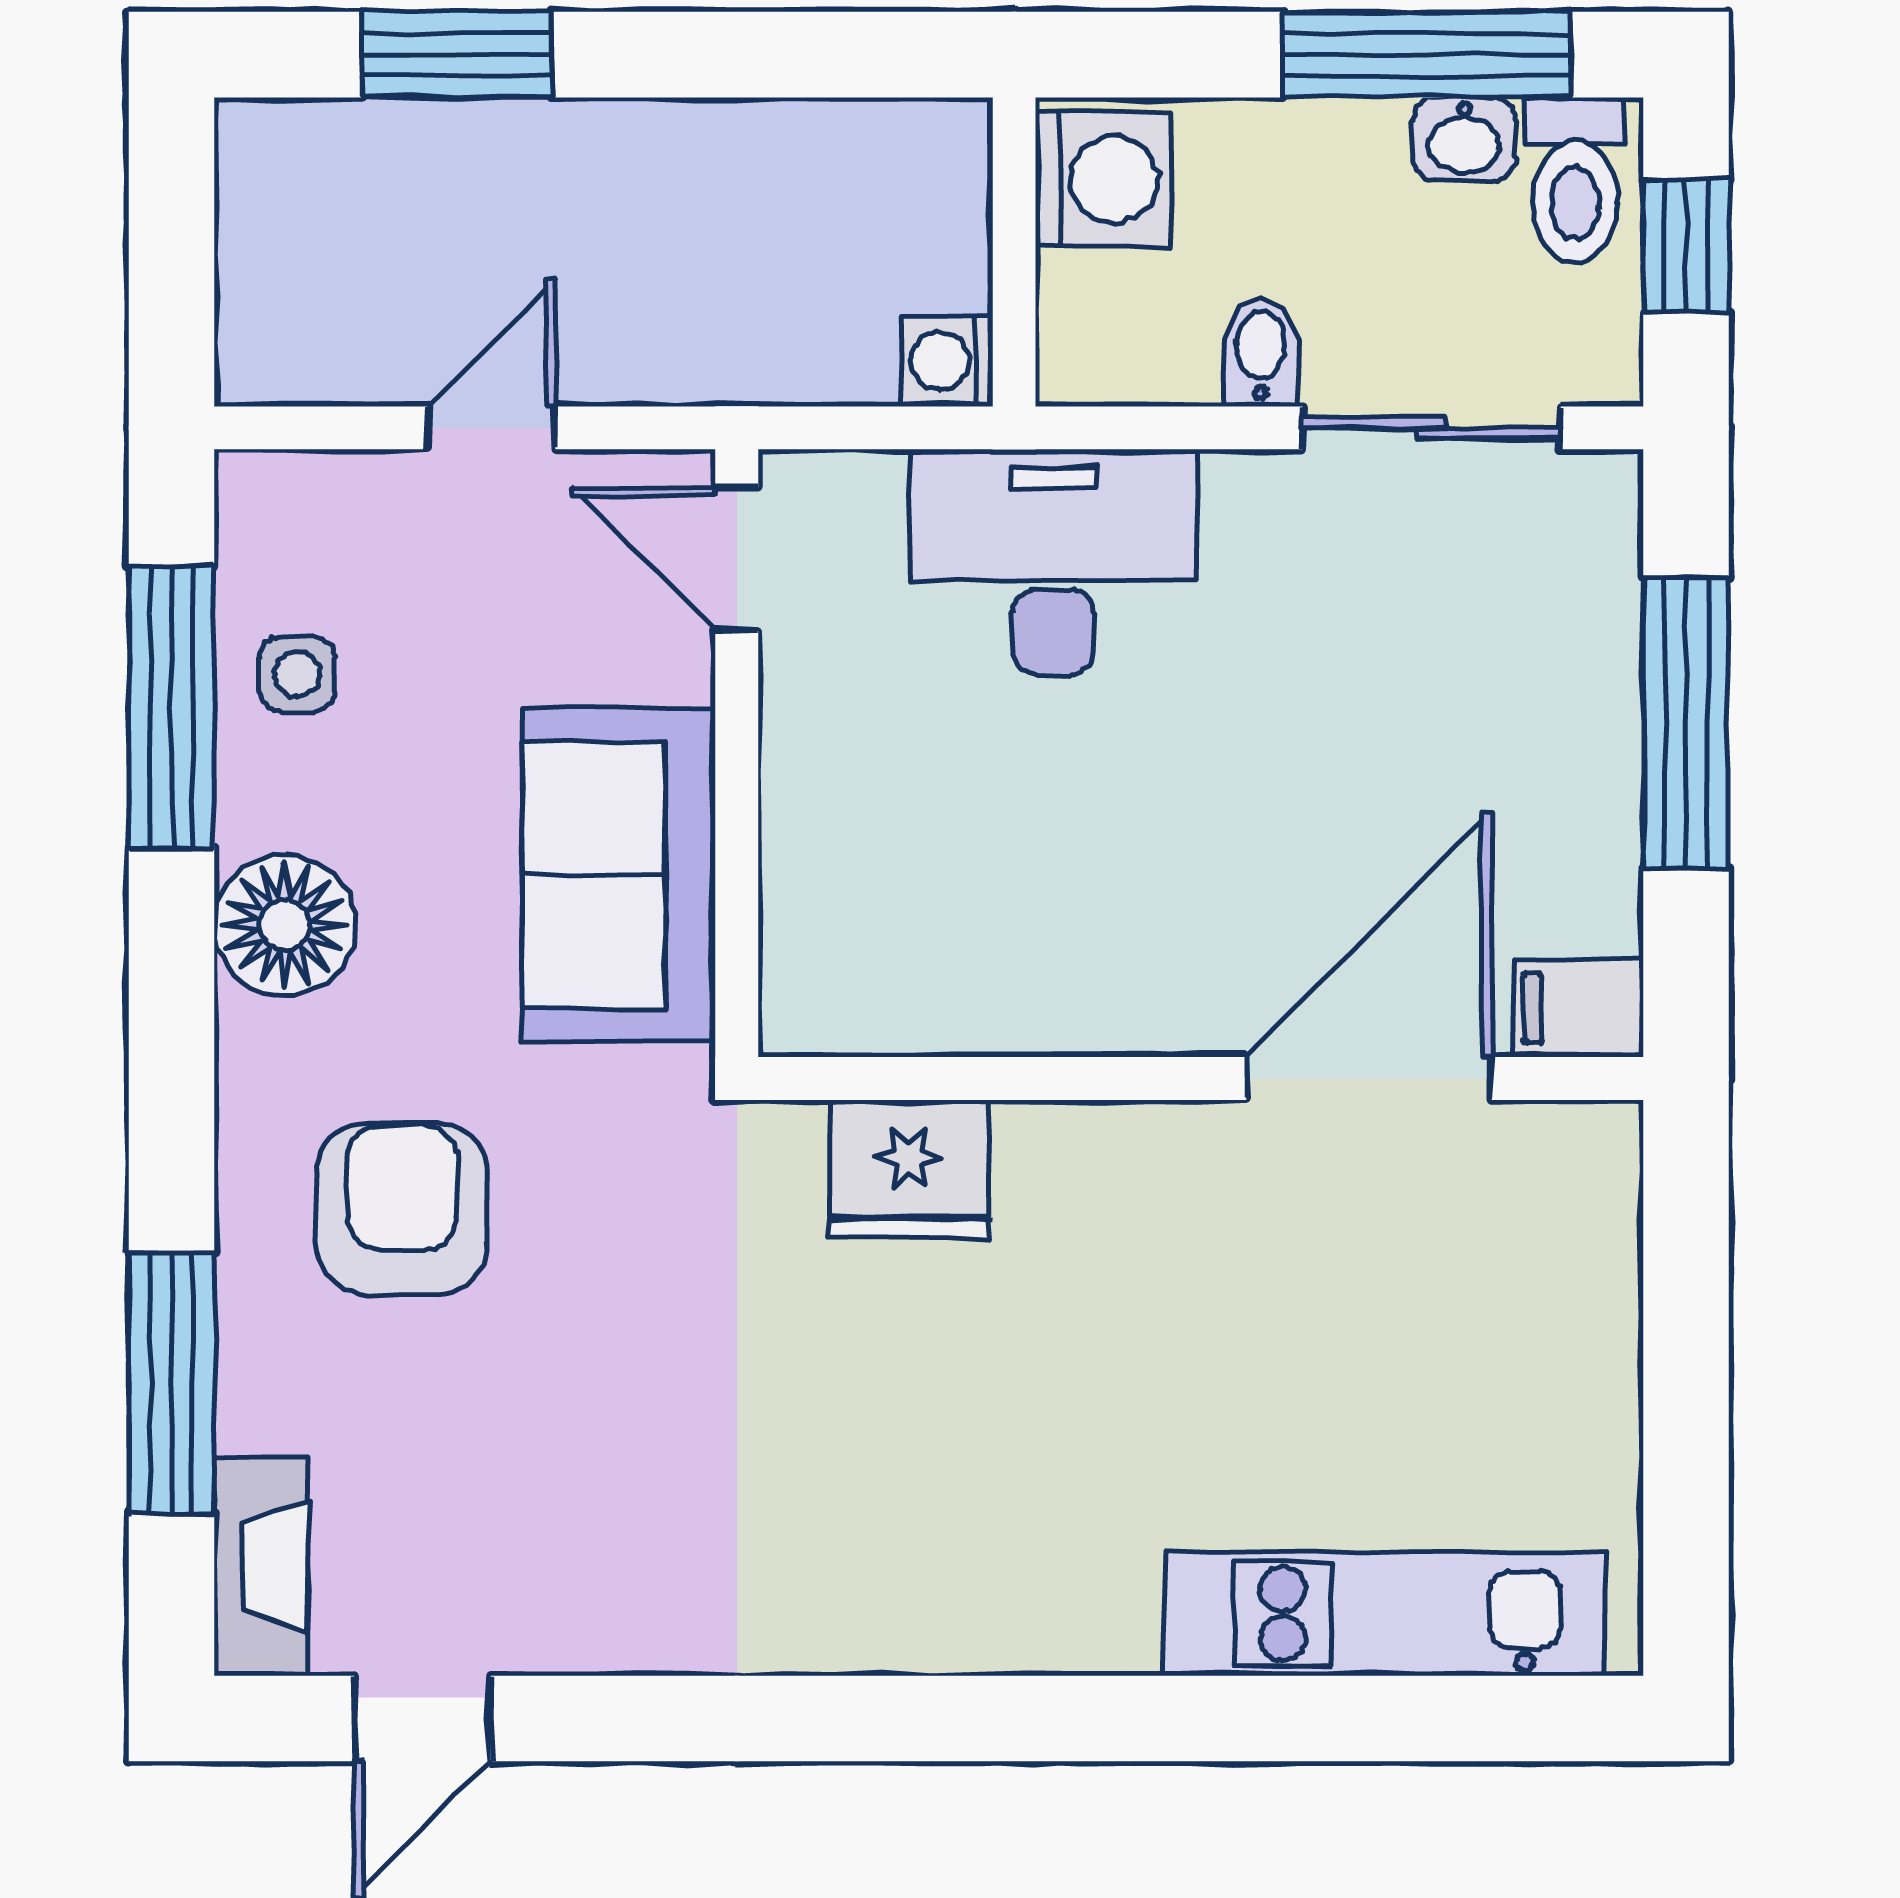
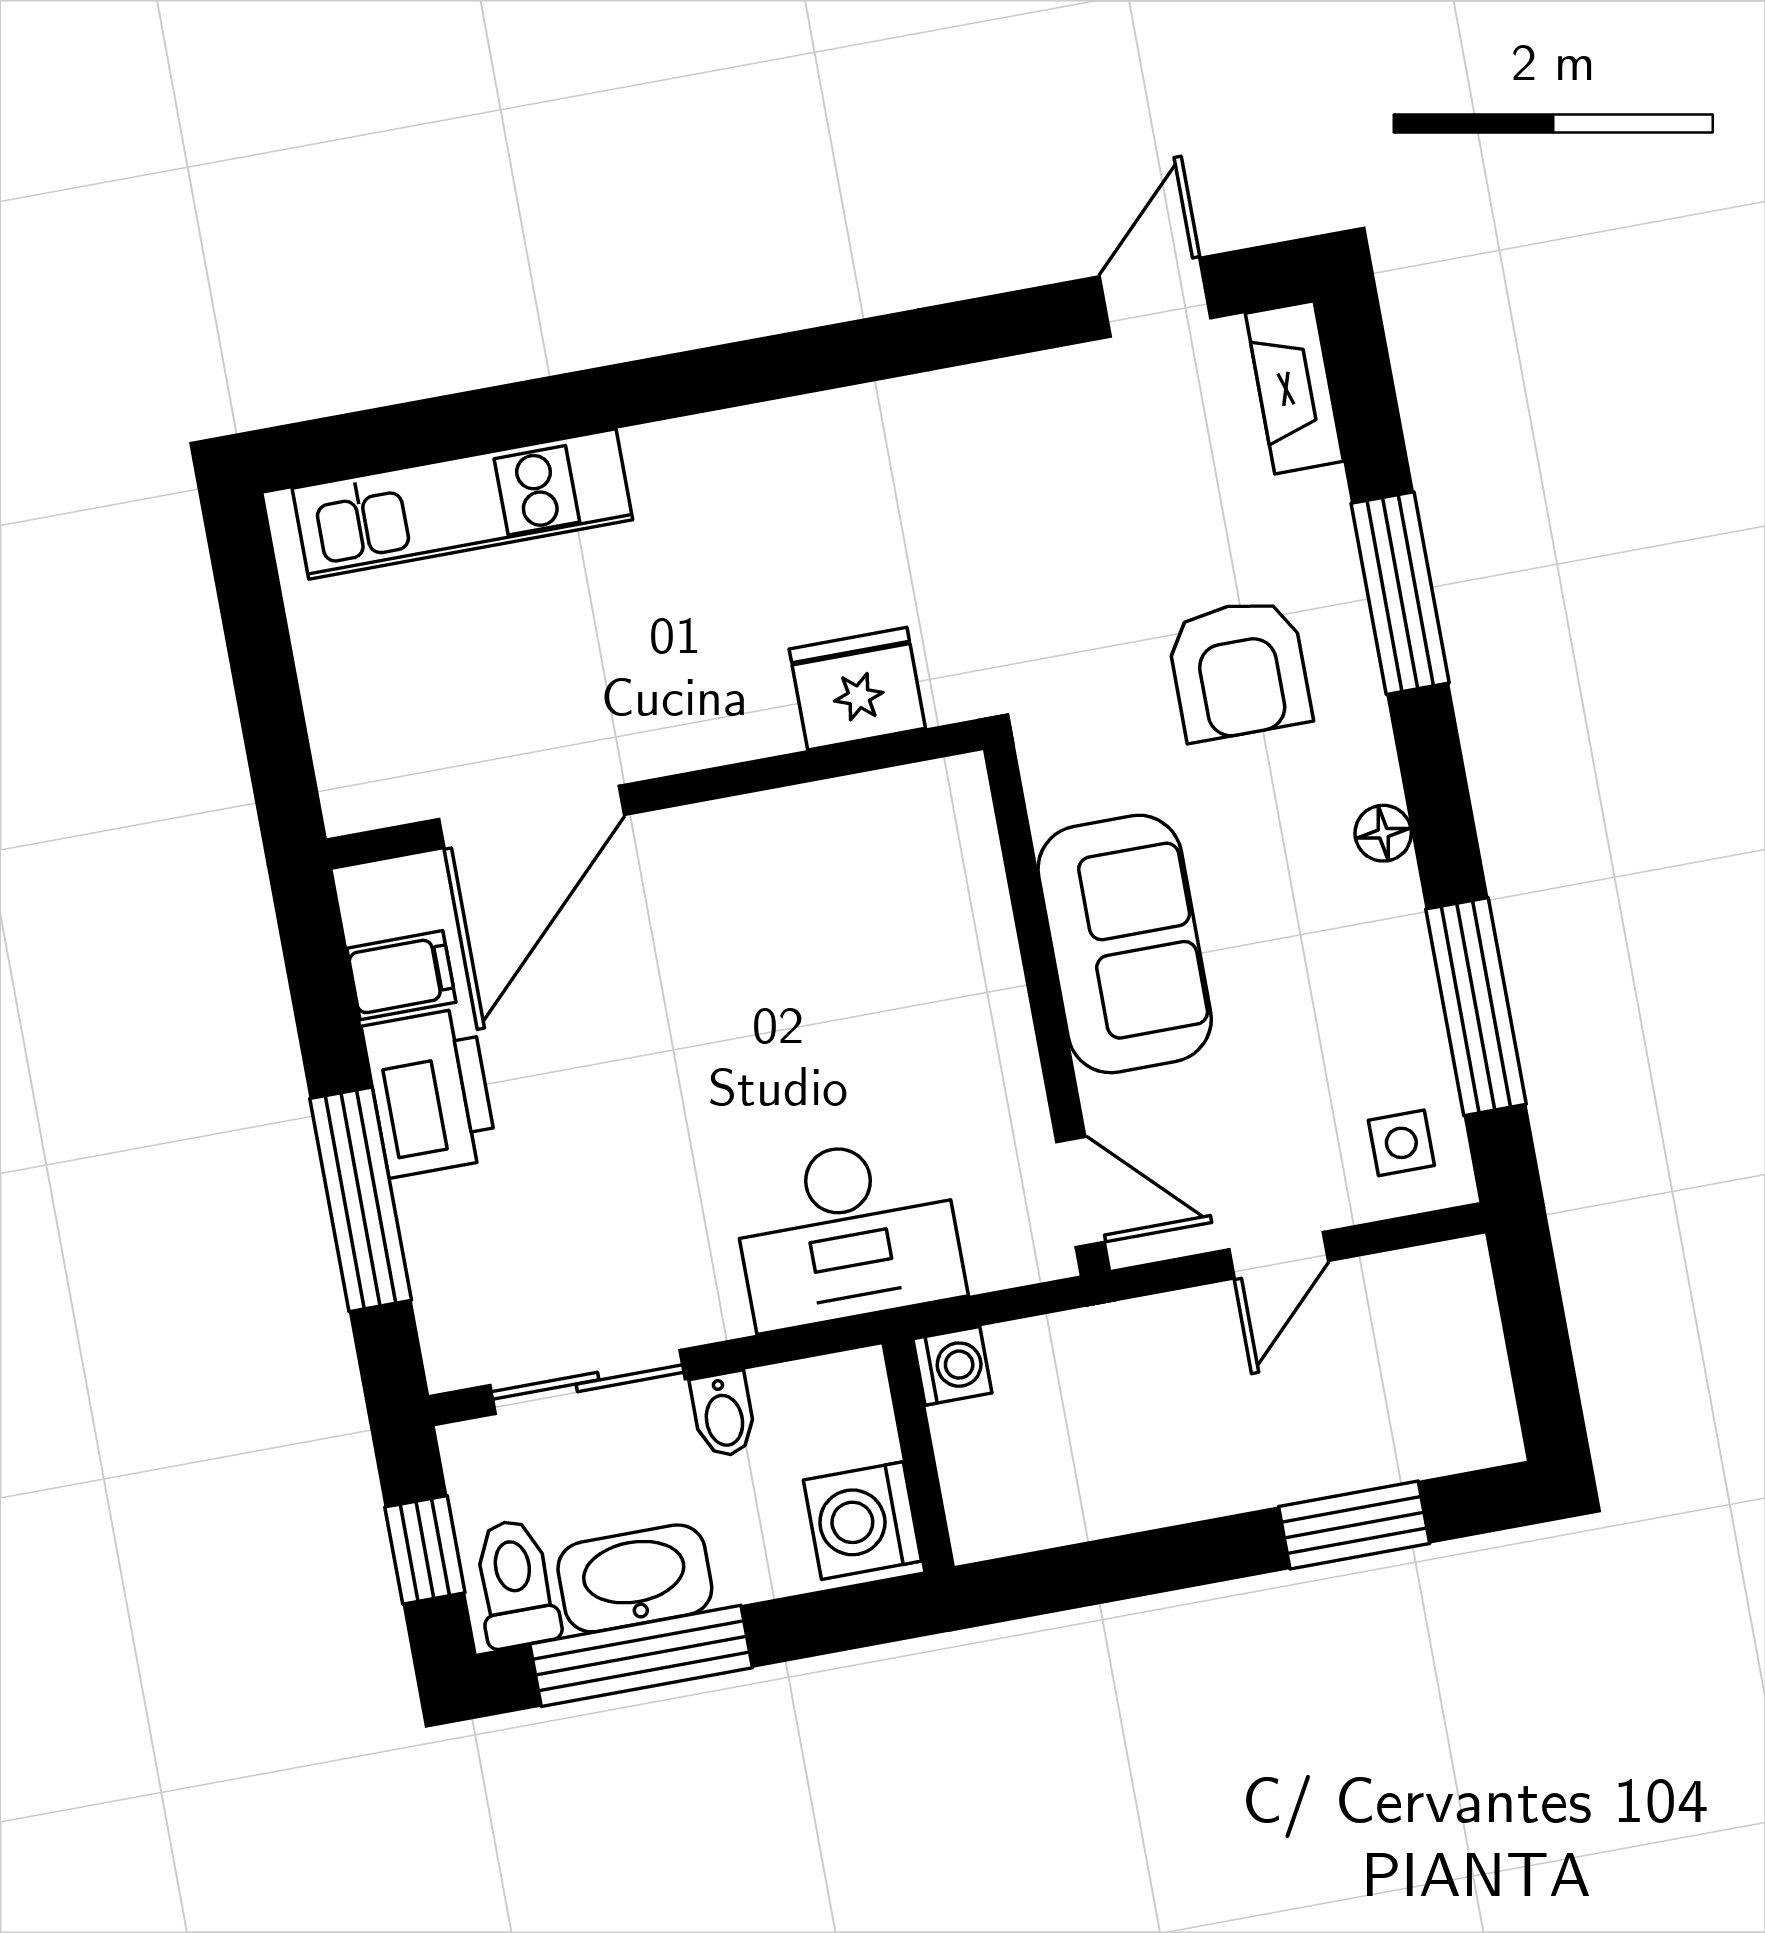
washbasin: (1464, 139) -> (635, 1578), width x1.91, depth x1.45
side table: (297, 674) -> (1401, 1143), moved
printer: (1569, 847) -> (430, 1092), added
floor lamp: (285, 925) -> (1383, 833), width x0.53, depth x0.53
wall: (1201, 1079) -> (655, 794), moved
door: (1369, 1079) -> (532, 817), moved
fridge: (909, 1169) -> (857, 689), moved
window: (171, 1383) -> (1400, 593), moved

